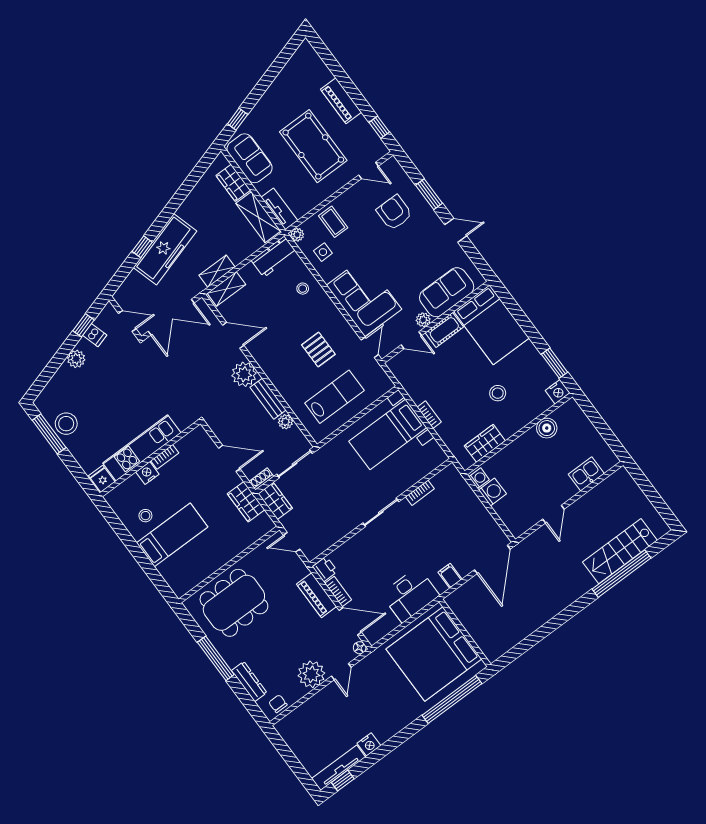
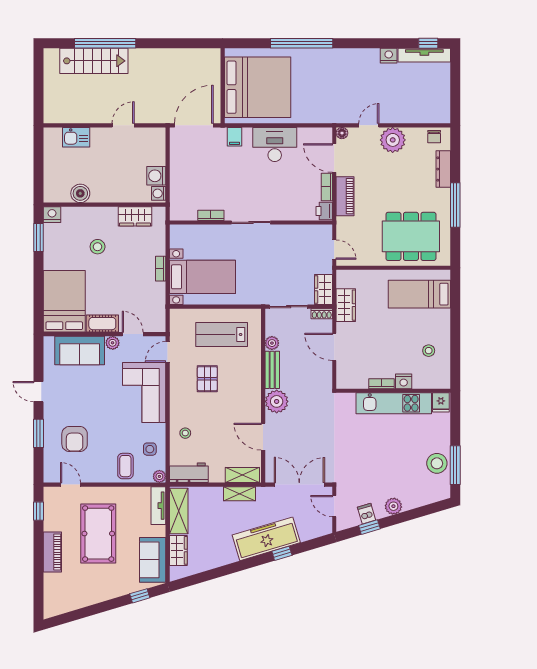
bed: (172, 535) -> (419, 294), moved
wall: (465, 633) -> (223, 86), moved
bed: (434, 654) -> (258, 87), moved

